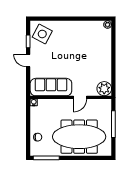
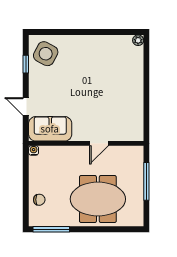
door: (28, 61) -> (26, 106), moved
sofa: (51, 87) -> (50, 129), width x0.73
plant: (104, 89) -> (133, 131), removed
meeting table: (79, 137) -> (98, 199), width x0.73

